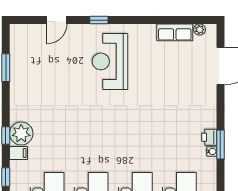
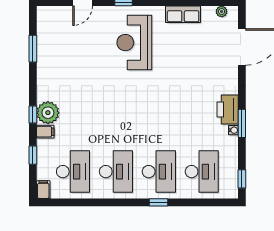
row of seats: (175, 32) -> (183, 14), moved
printer: (209, 137) -> (228, 110), width x1.87, depth x1.48

